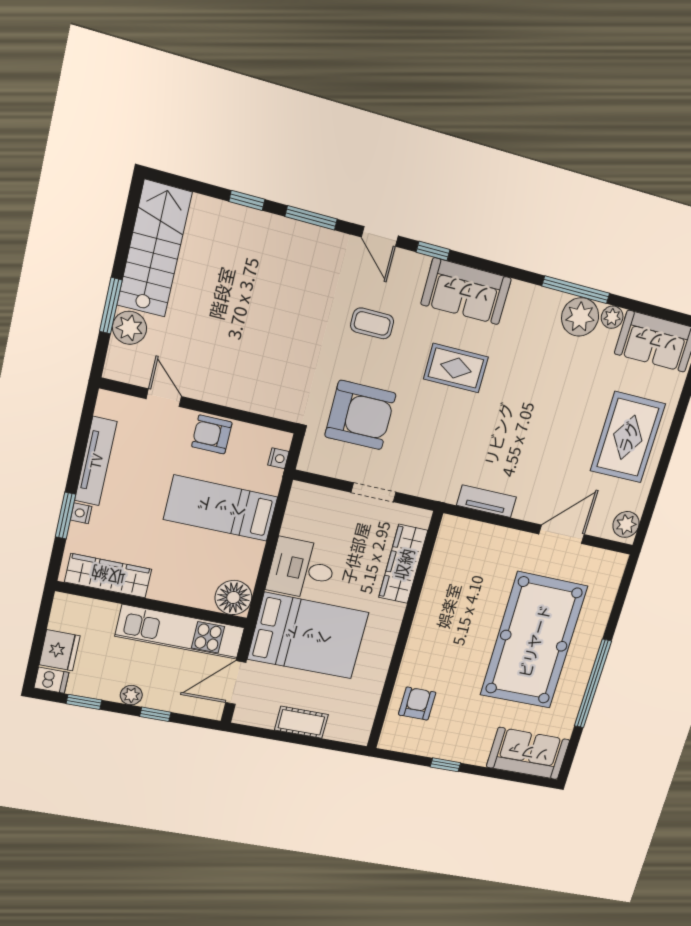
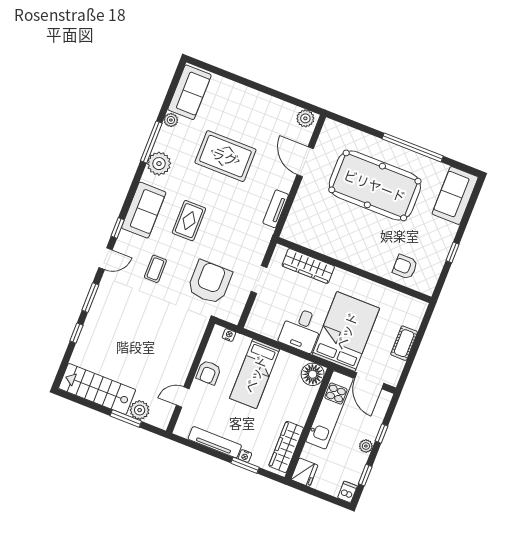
plant: (580, 317) -> (159, 164), moved
rug: (628, 437) -> (225, 156), moved
fridge: (60, 650) -> (304, 472), moved, turned 90

